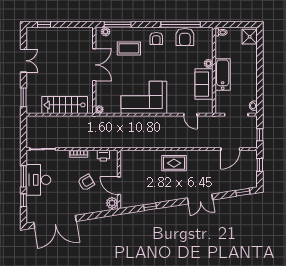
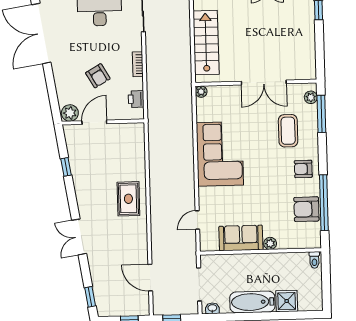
shower: (250, 37) -> (287, 301), moved
bathtub: (223, 74) -> (252, 302), moved, turned 180

